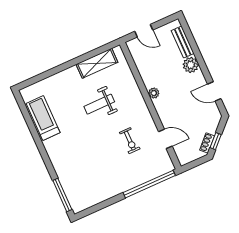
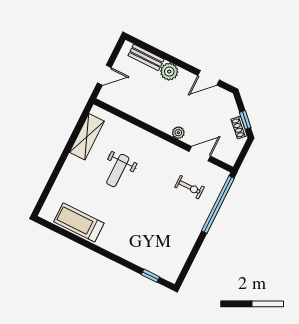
plant: (154, 93) -> (178, 133), moved
exercise bike: (130, 141) -> (189, 187), moved
window: (62, 195) -> (150, 276), width x0.46

